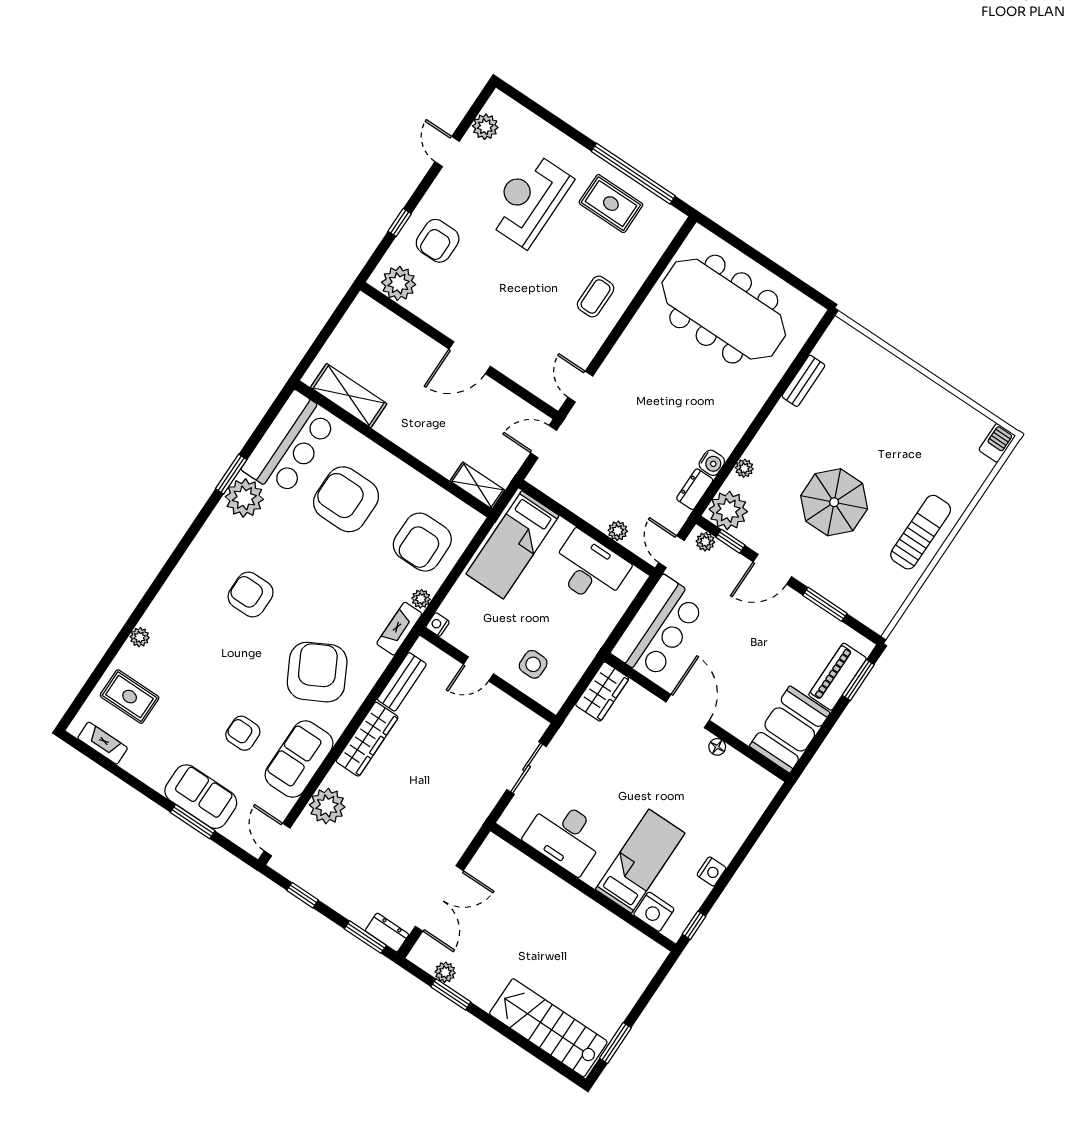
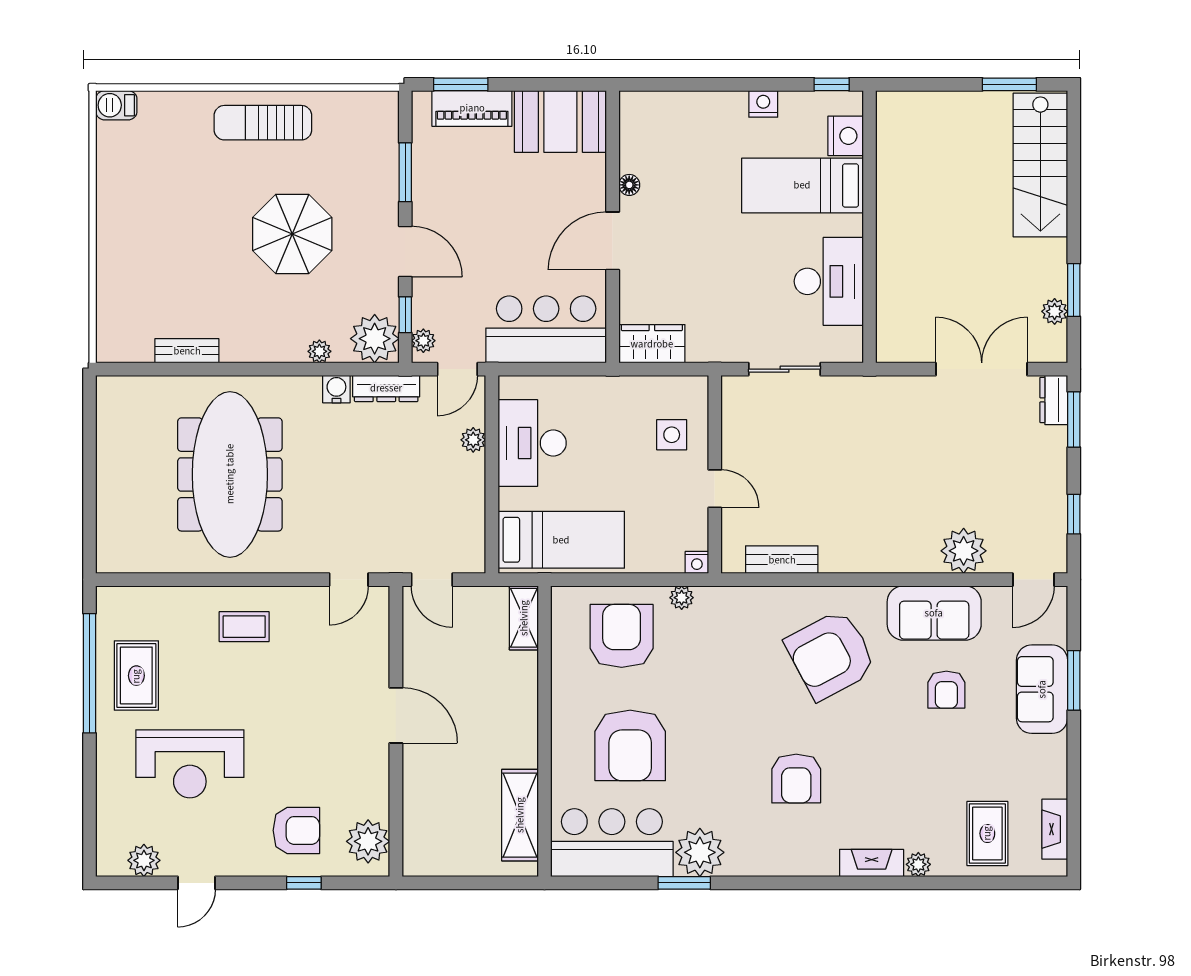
meeting table: (724, 309) -> (230, 474), moved
dresser: (695, 489) -> (386, 388), width x1.44
armchair: (422, 542) -> (622, 636), turned -90
fireplace: (399, 629) -> (872, 863), moved, turned 180
wardrobe: (367, 739) -> (866, 556), removed

